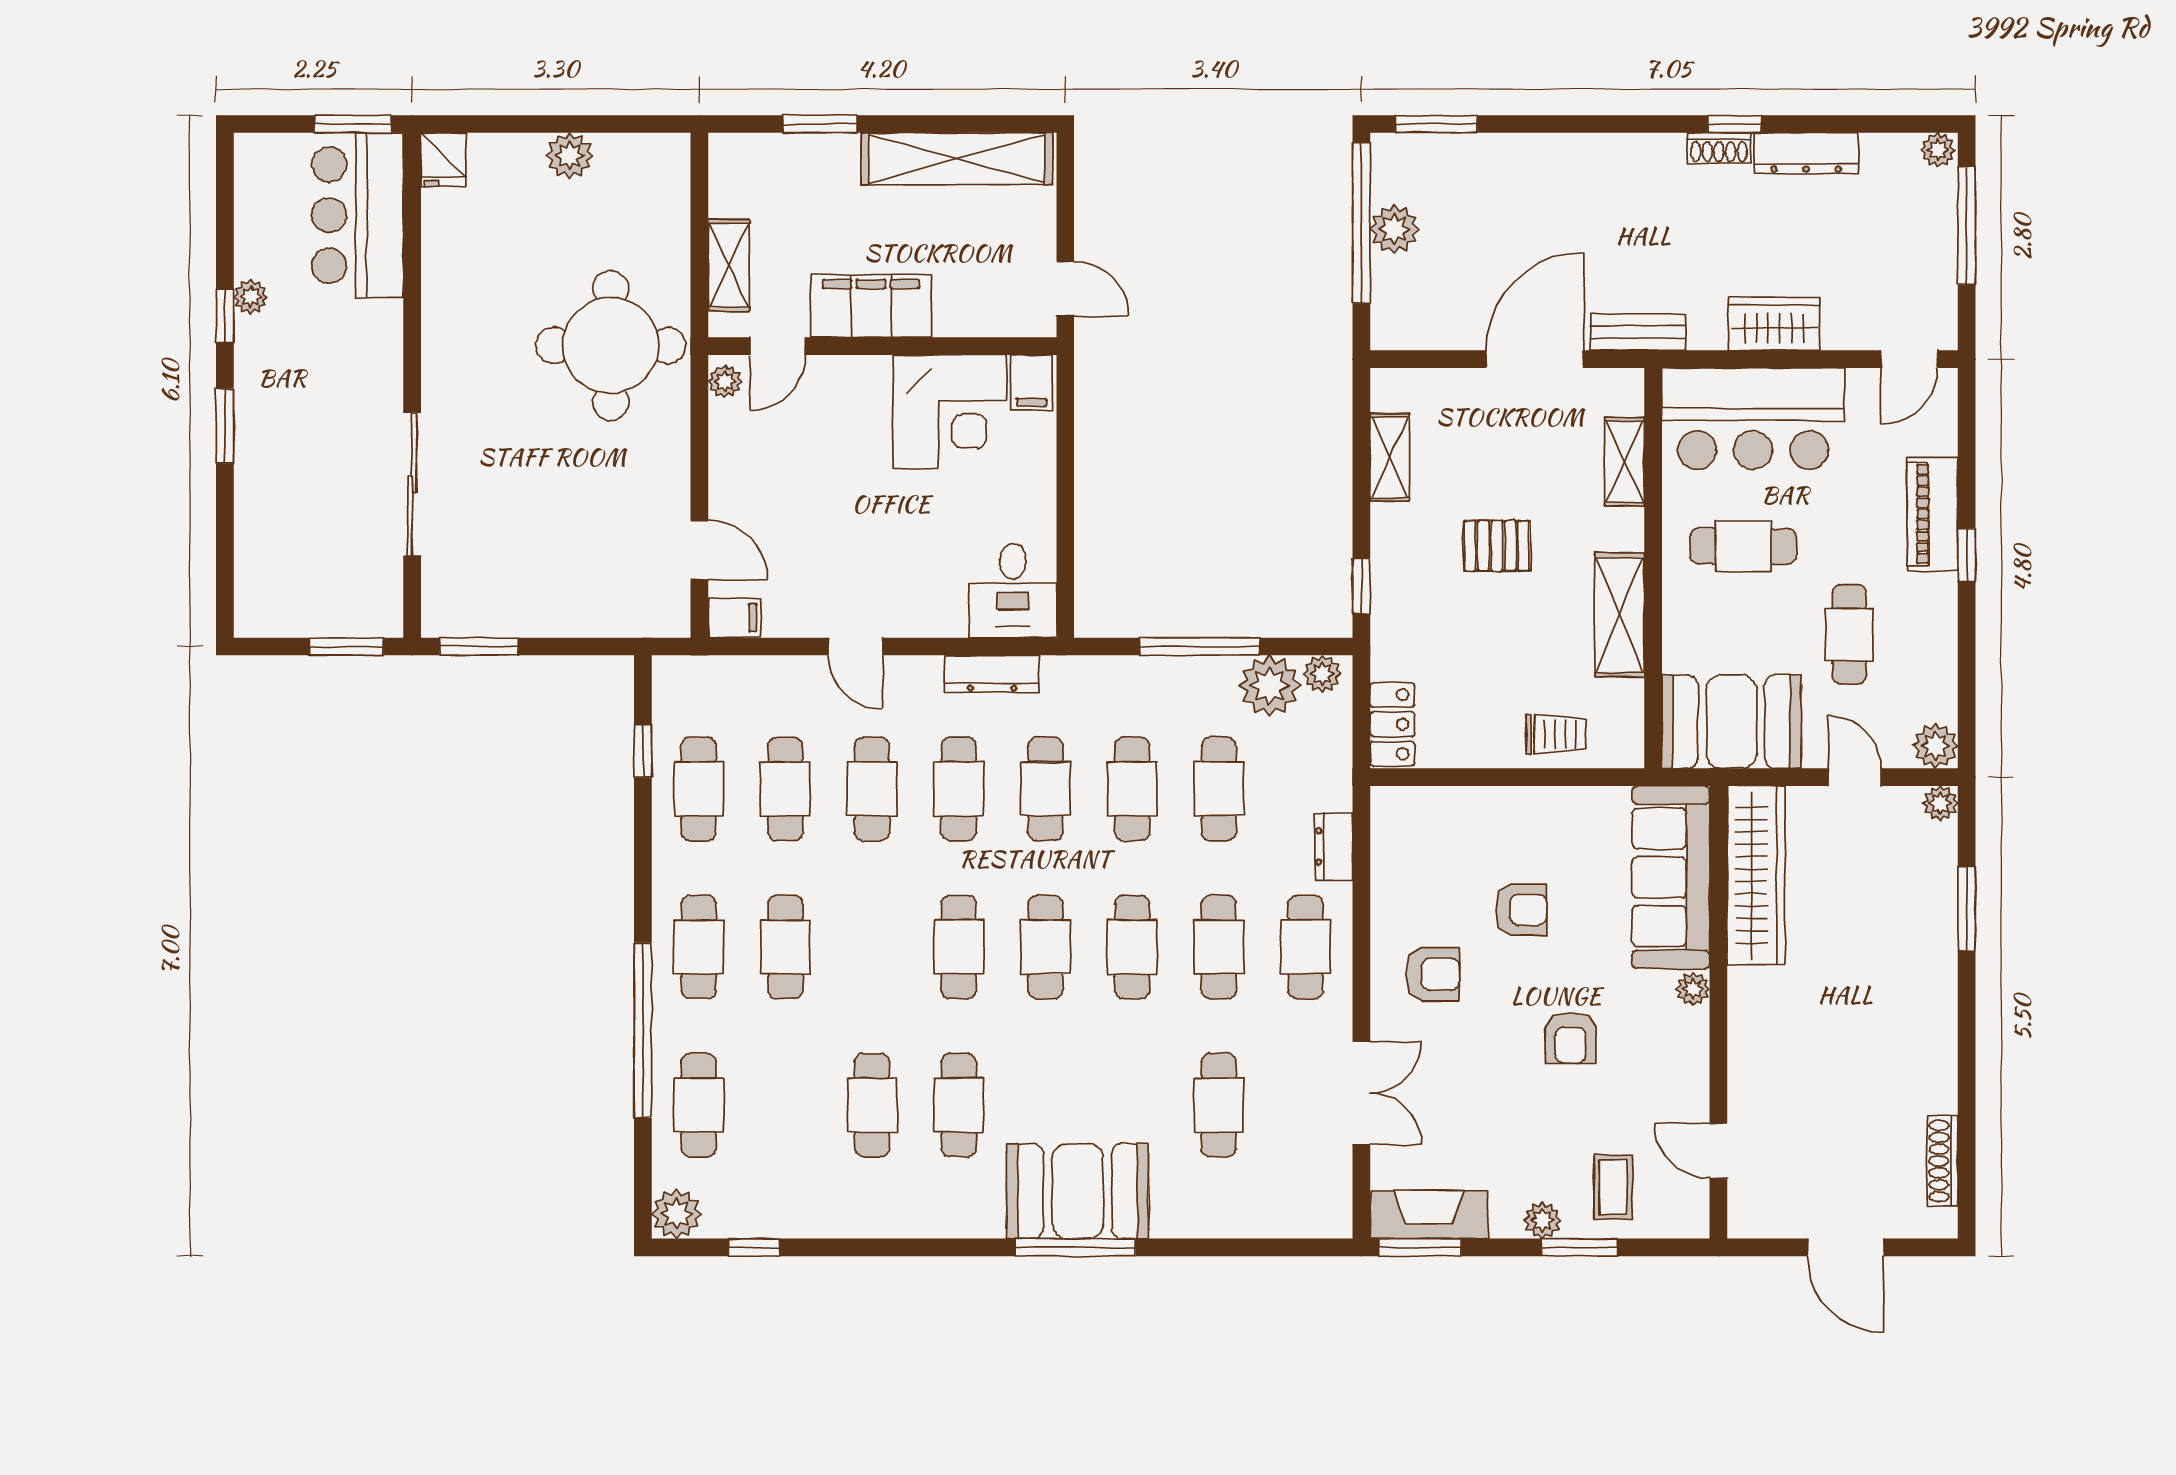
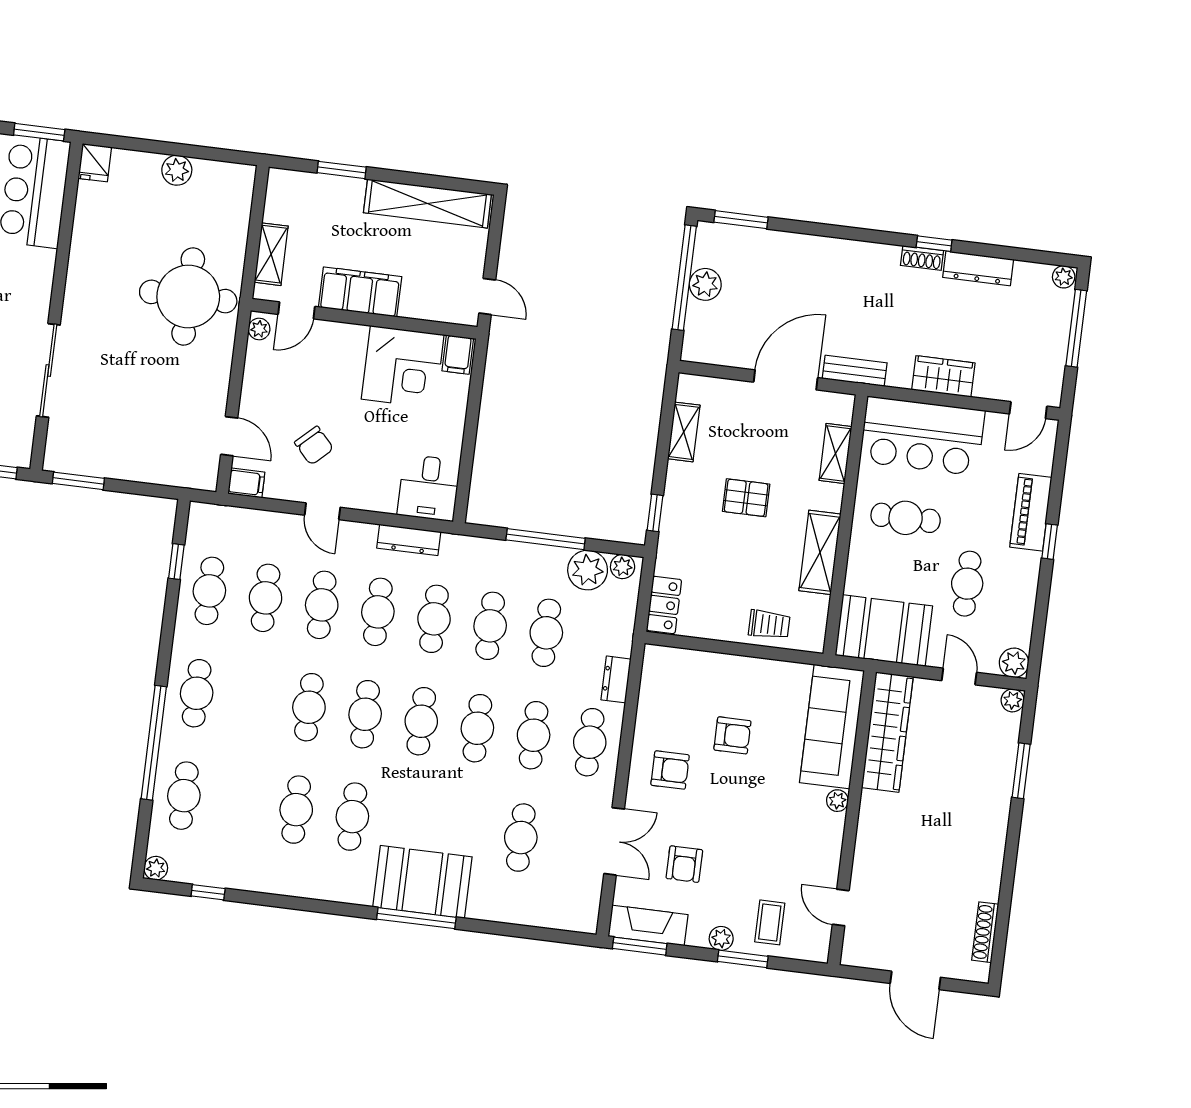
chair: (830, 548) -> (314, 446), added
cafe table: (785, 947) -> (309, 707), moved
armchair: (1571, 1038) -> (684, 864), moved
plant: (676, 1214) -> (156, 868), width x0.73, depth x0.73

